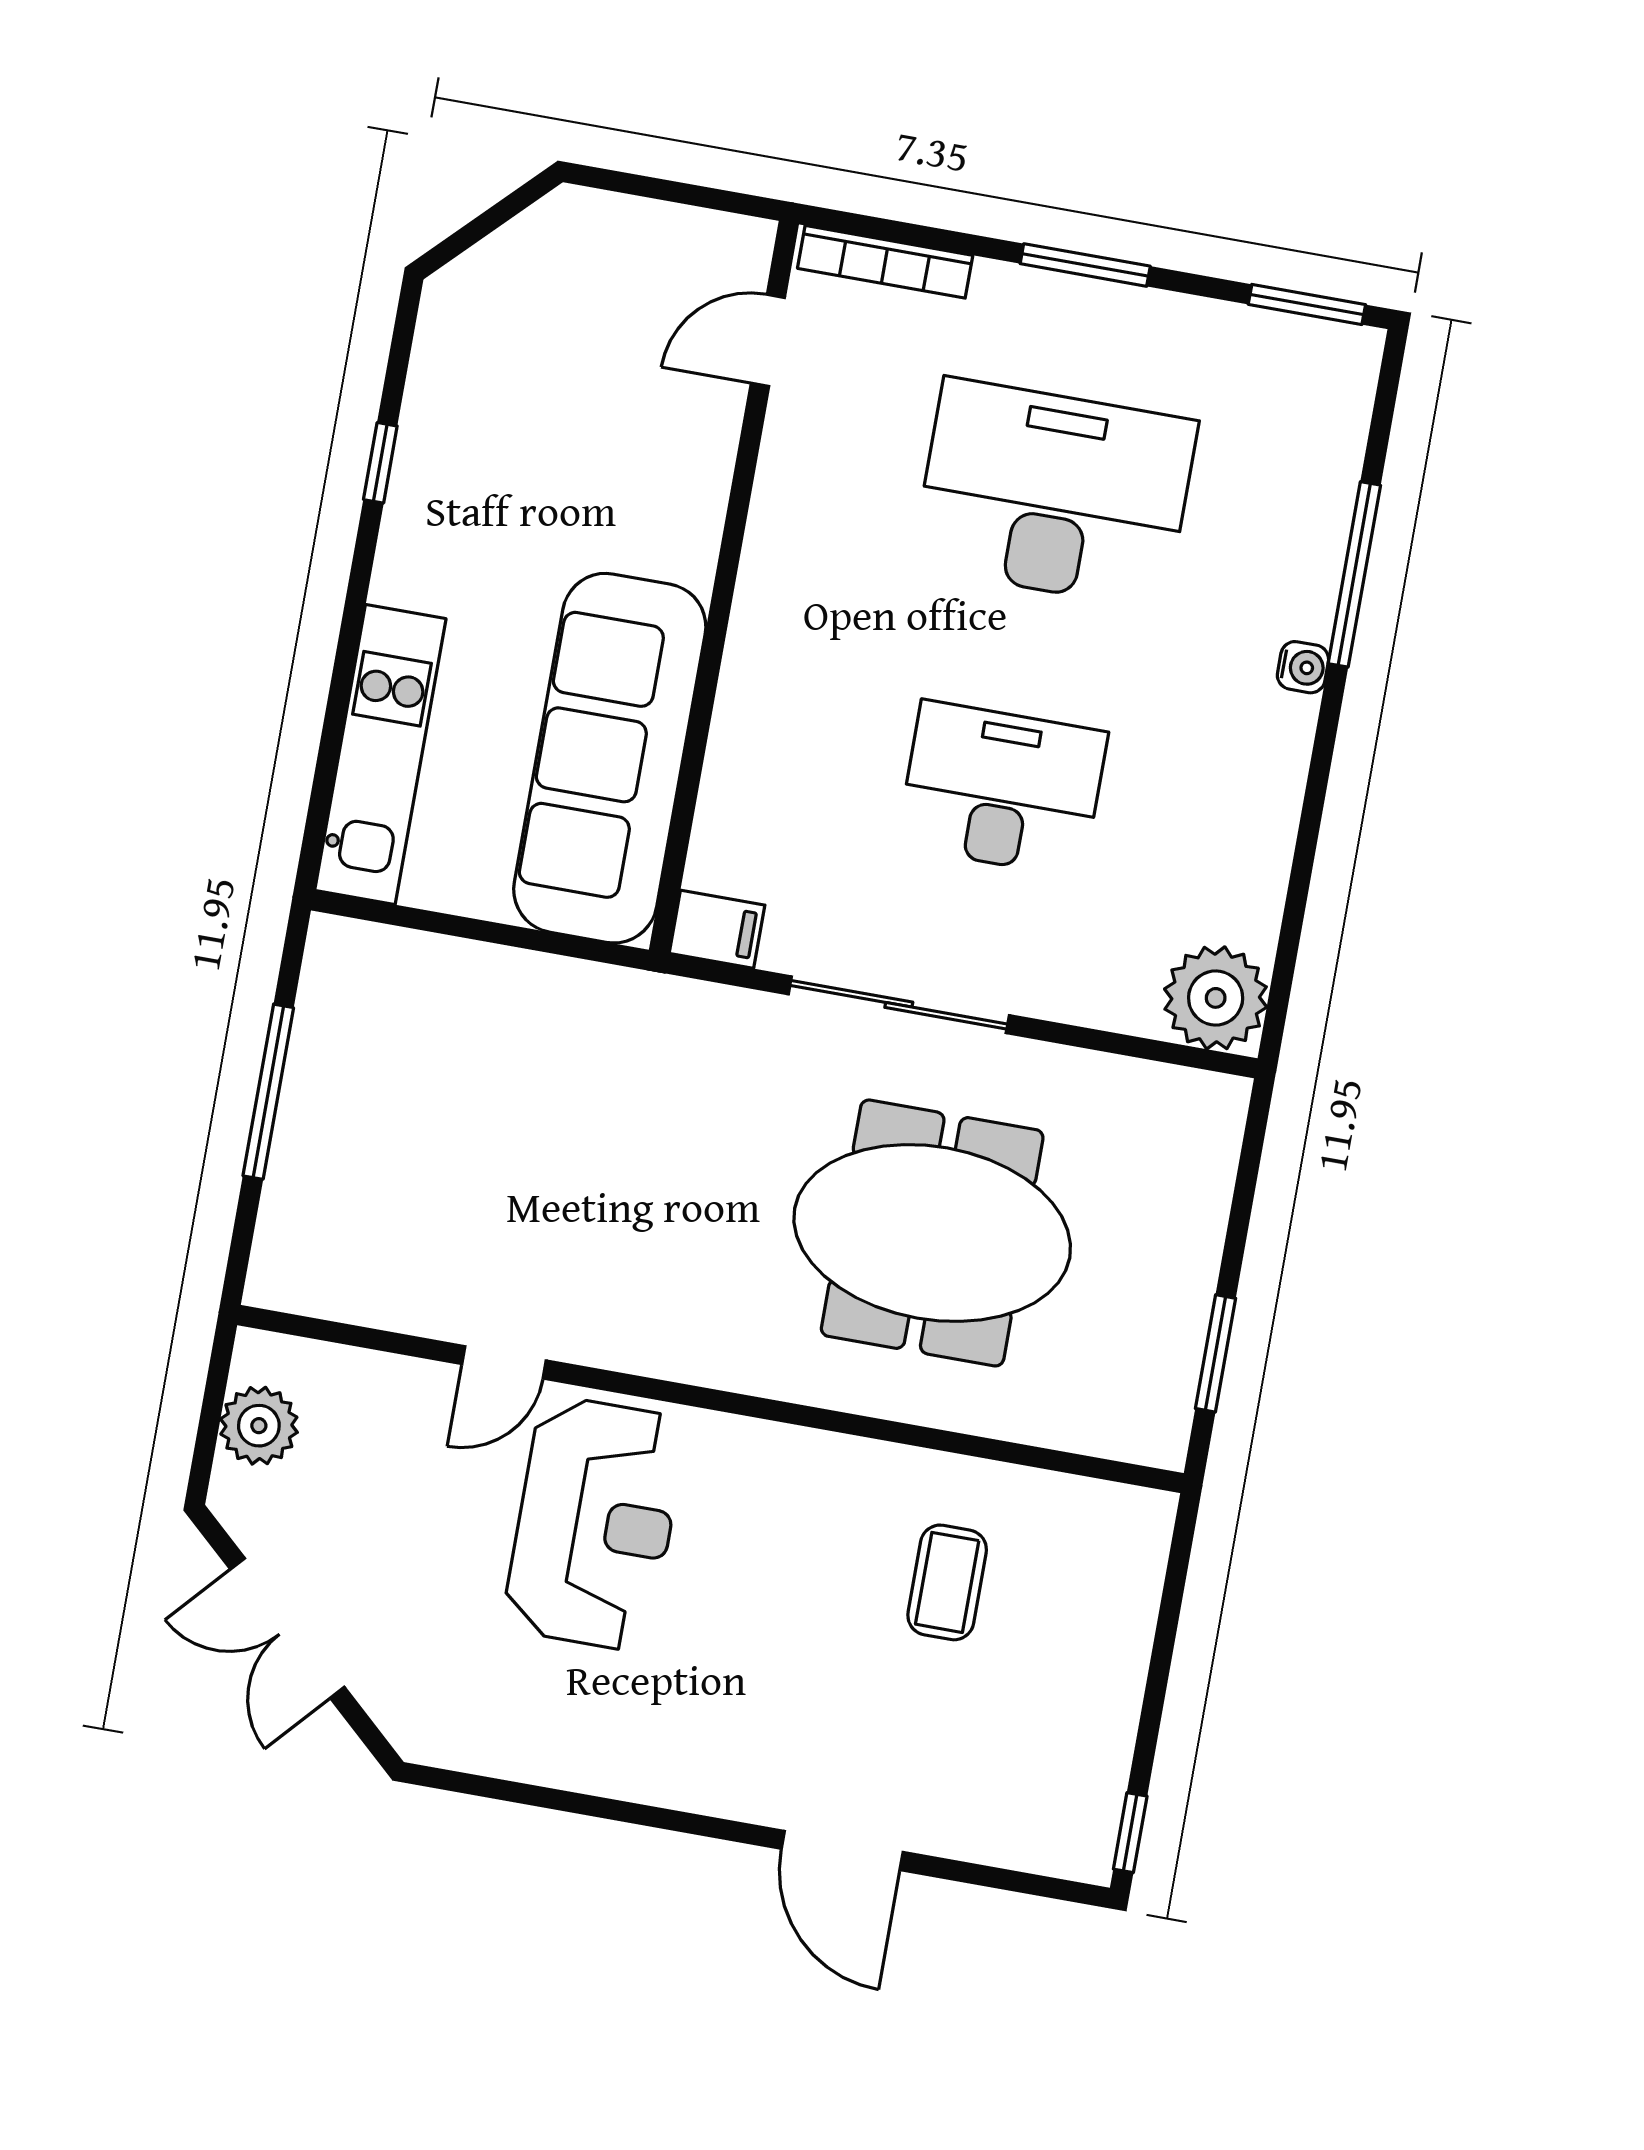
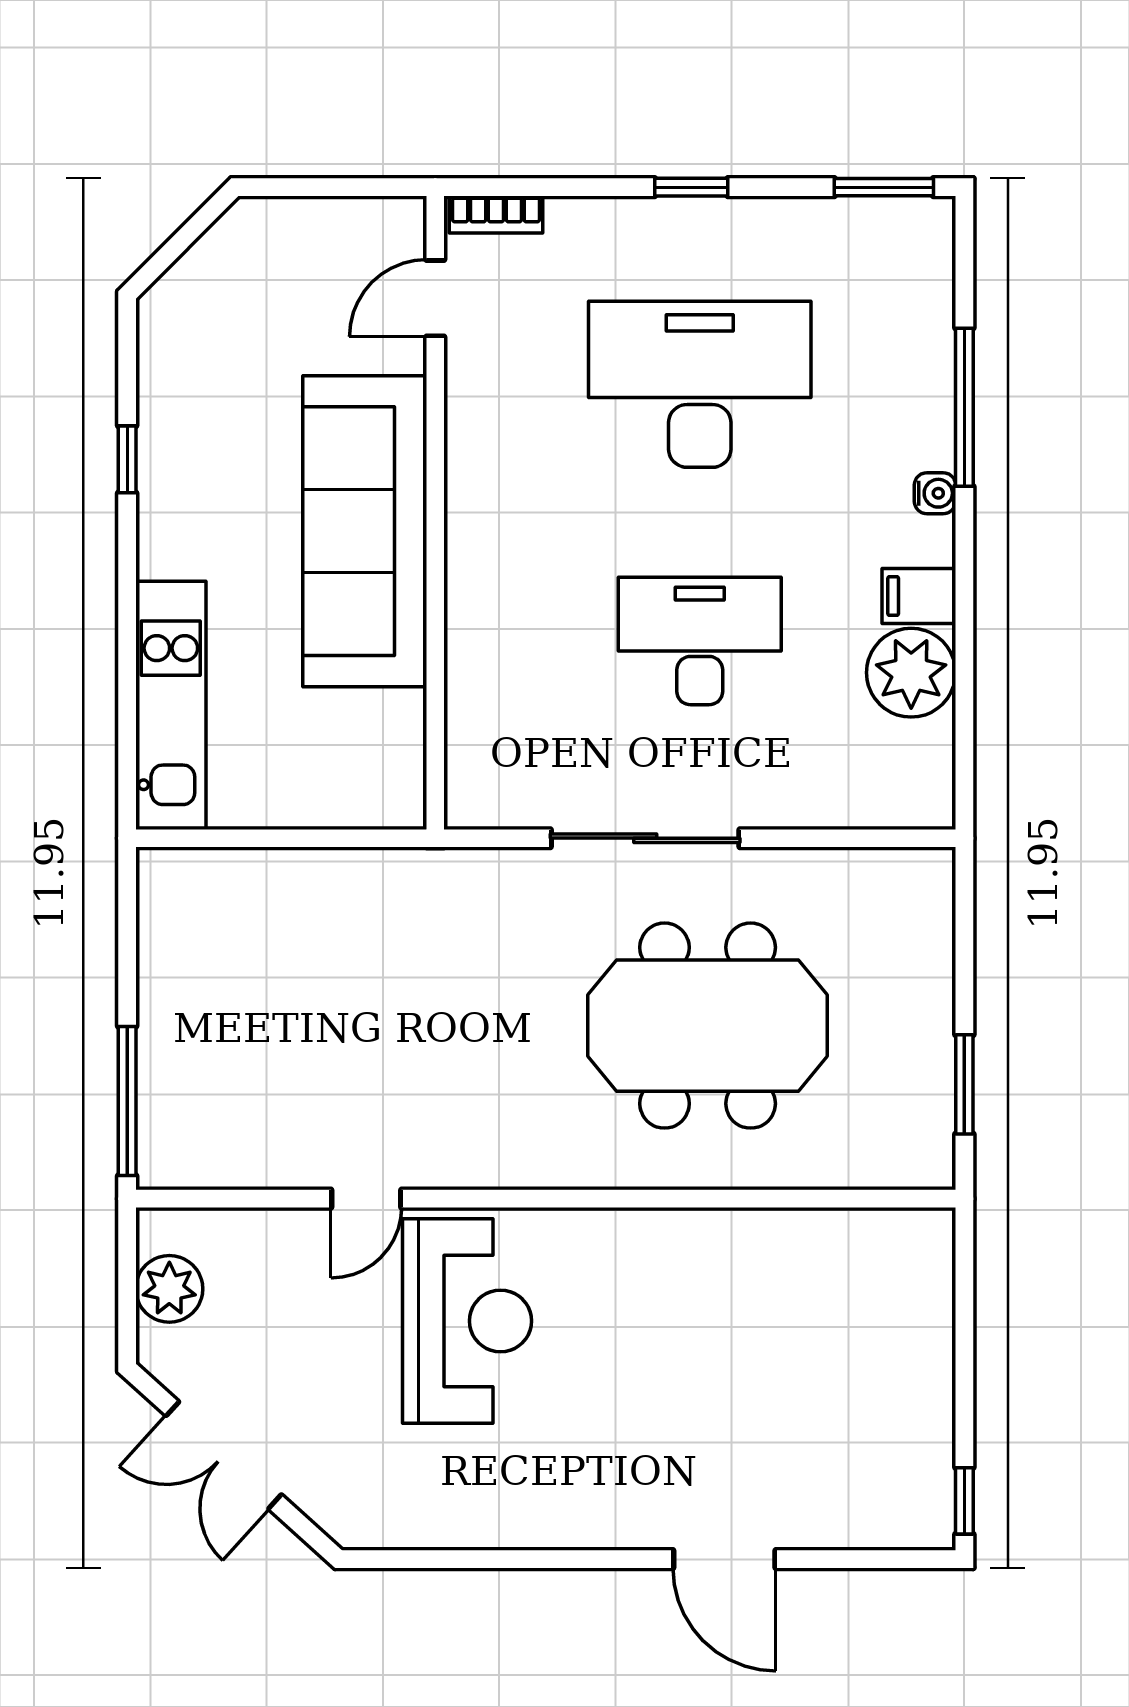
bookcase: (885, 262) -> (496, 214), width x0.64
window: (1085, 265) -> (691, 187), width x0.67
sofa: (610, 758) -> (365, 531), moved
filing cabinet: (717, 929) -> (919, 596), moved, turned 180
plant: (1216, 998) -> (911, 673), moved
window: (268, 1092) -> (127, 1101), moved
coffee table: (947, 1582) -> (773, 1318), removed

